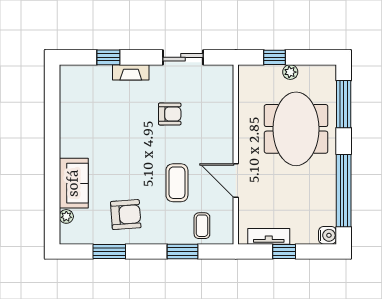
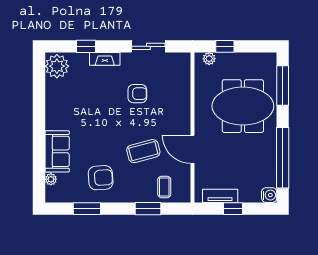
plant: (290, 72) -> (209, 59), moved
plant: (74, 81) -> (57, 66), added
meeting table: (296, 129) -> (243, 106), turned 90
coffee table: (177, 183) -> (143, 151), turned 75

